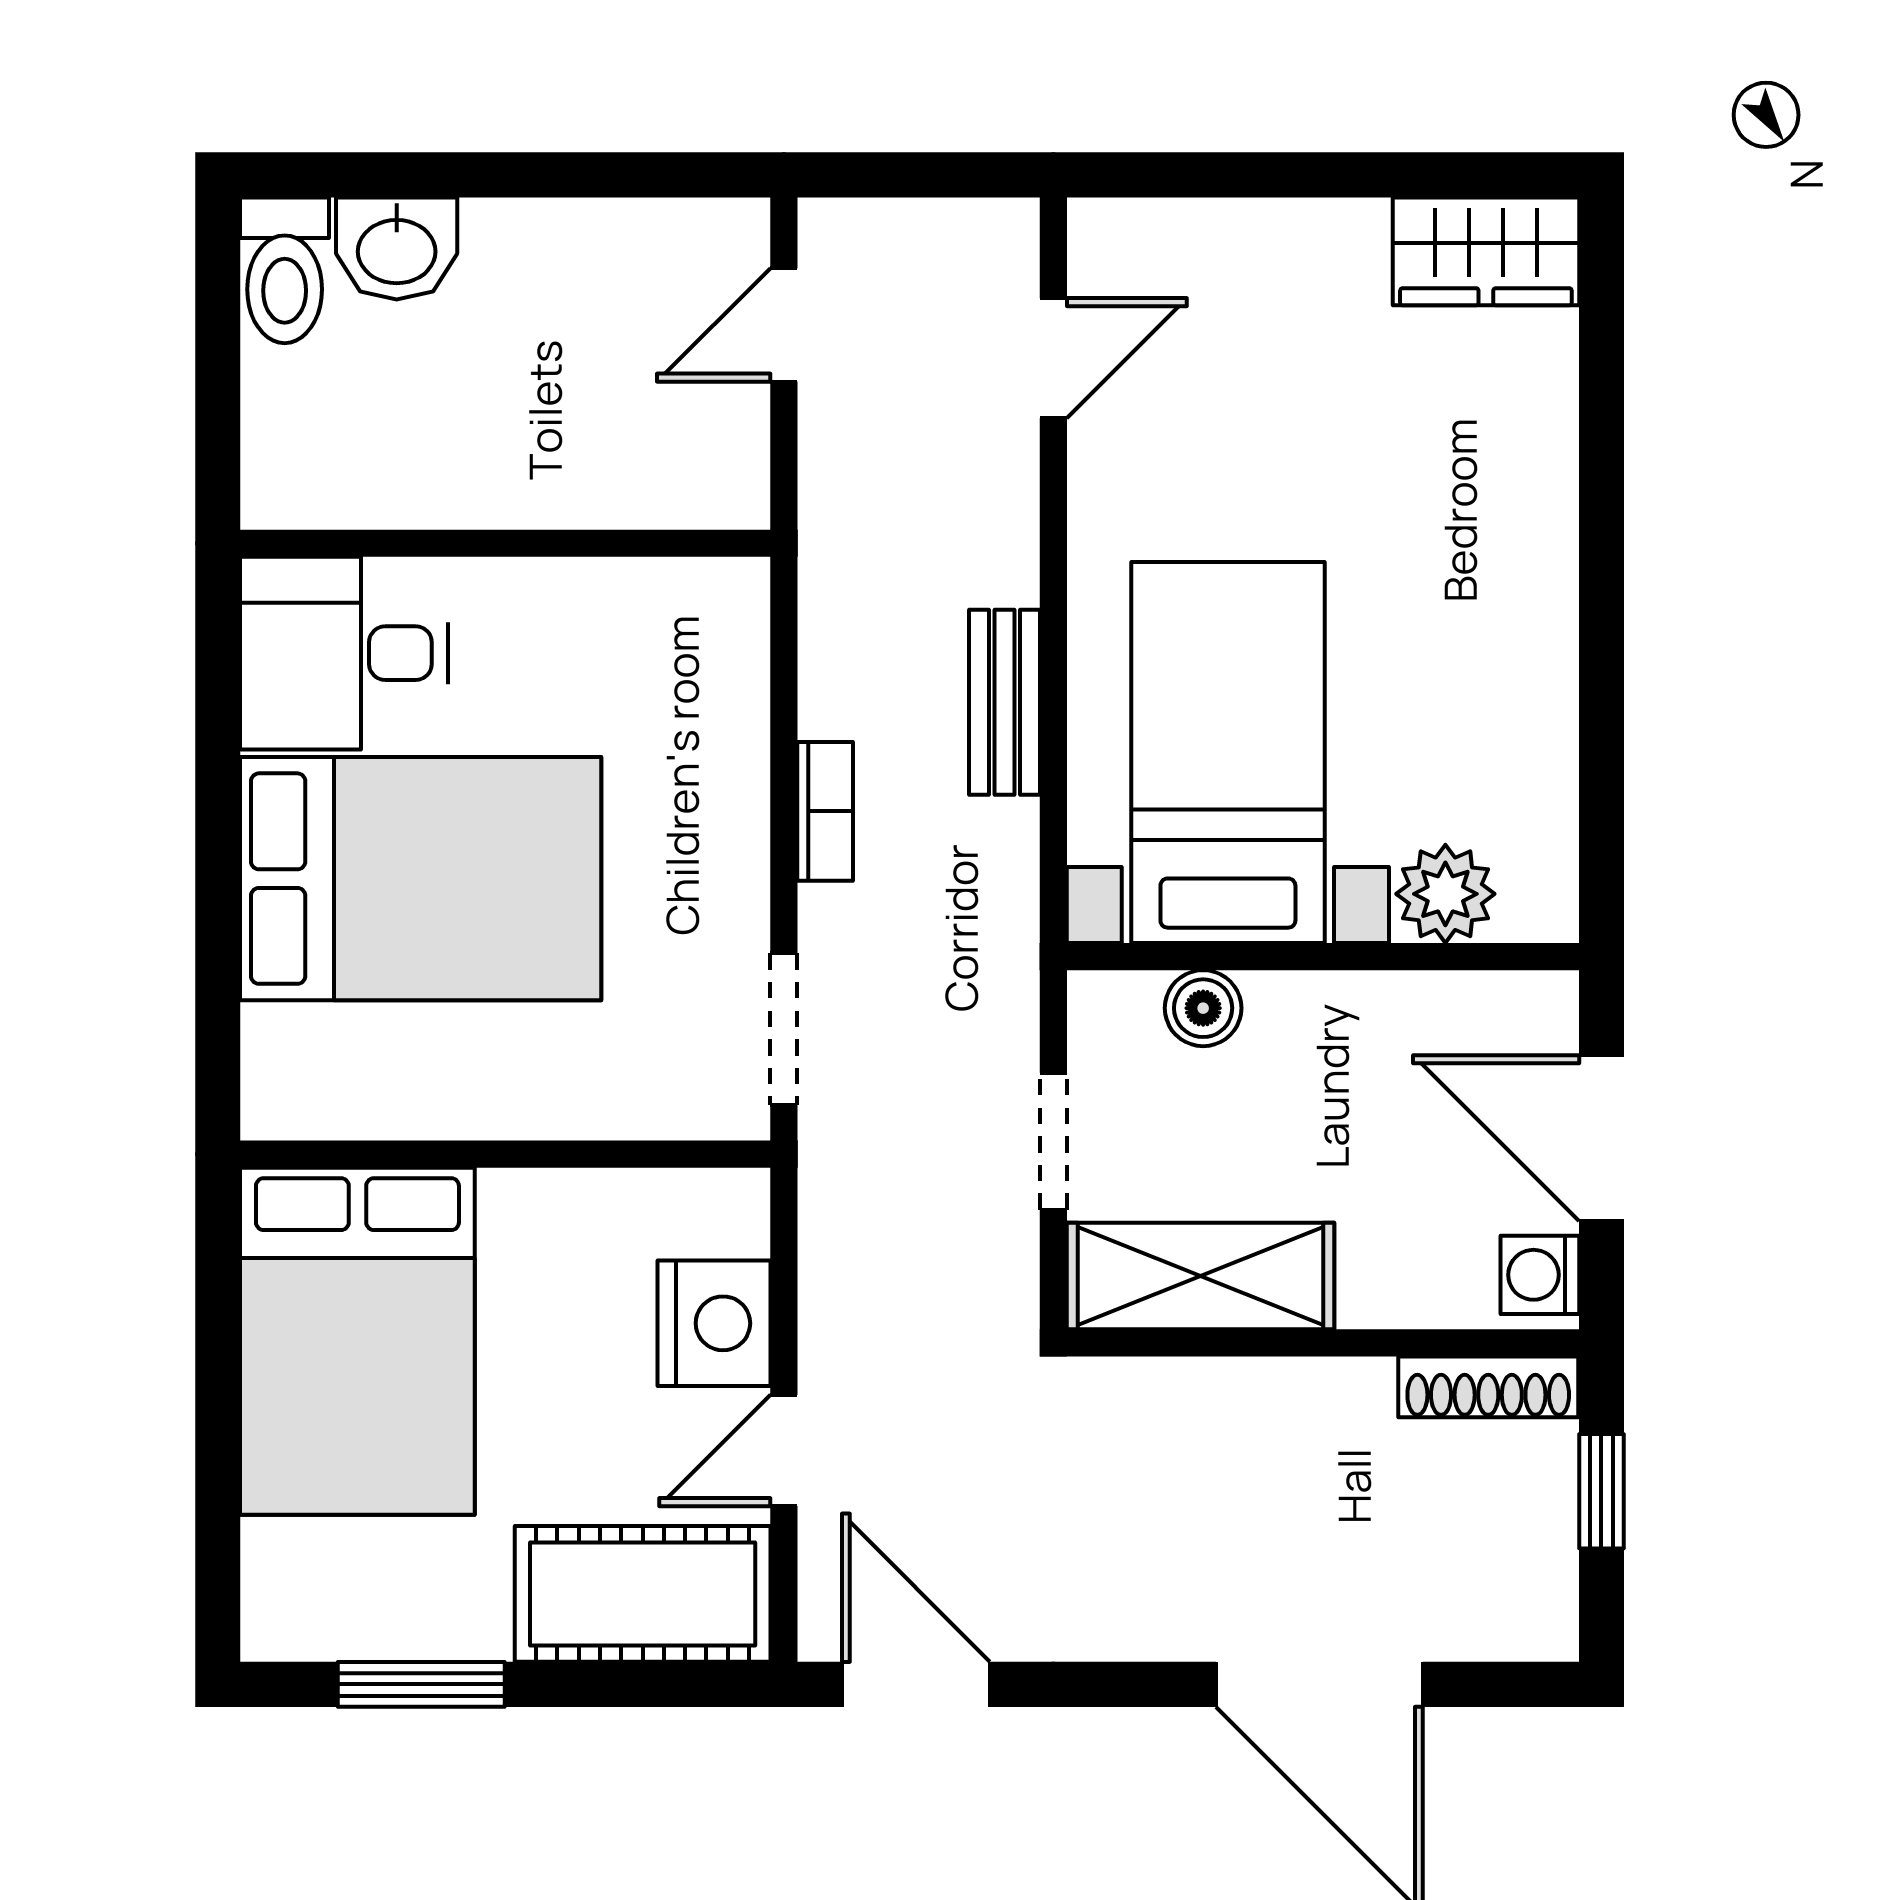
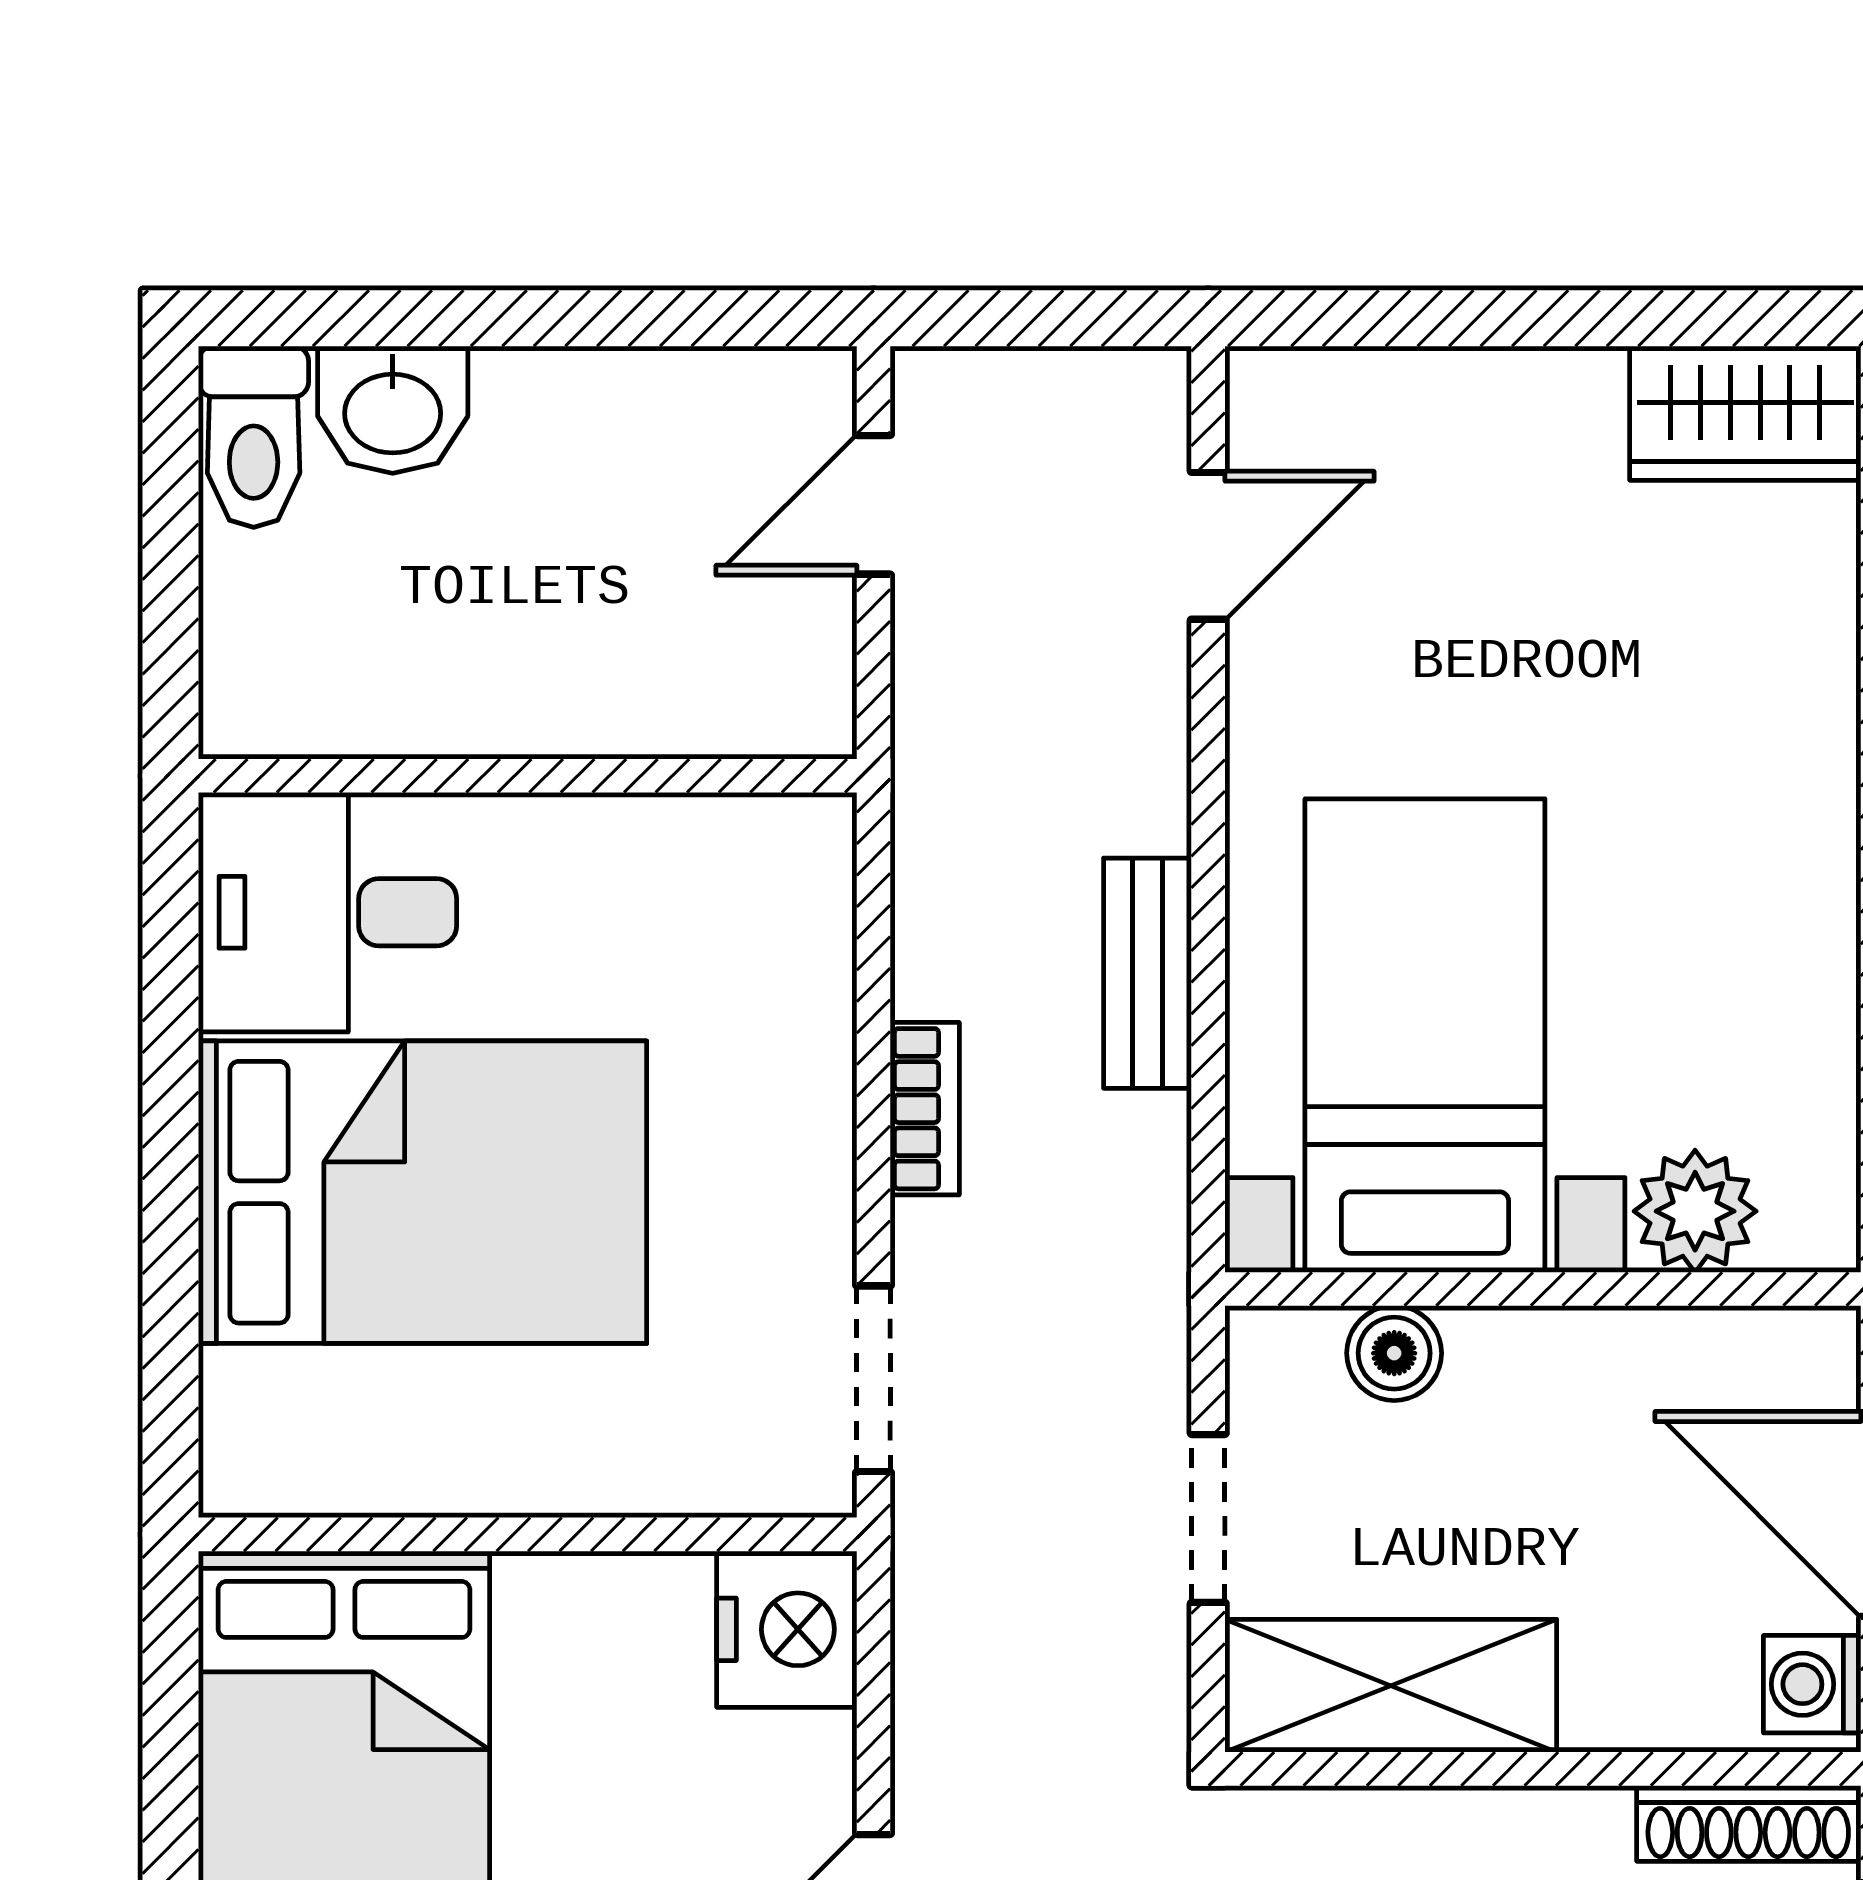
nightstand: (714, 1323) -> (787, 1629), moved

